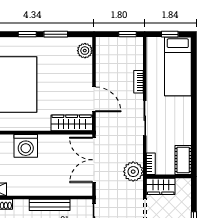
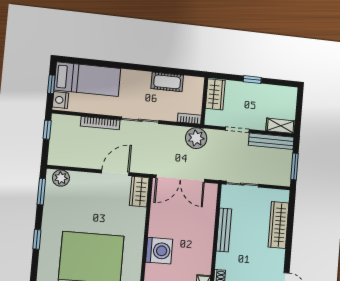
window: (56, 34) -> (41, 192), moved
nightstand: (156, 44) -> (60, 100), added
bookcase: (139, 82) -> (100, 123), width x1.56
wardrobe: (72, 123) -> (139, 192), width x0.67
cot: (183, 160) -> (167, 82), moved
wardrobe: (161, 186) -> (215, 94), moved

